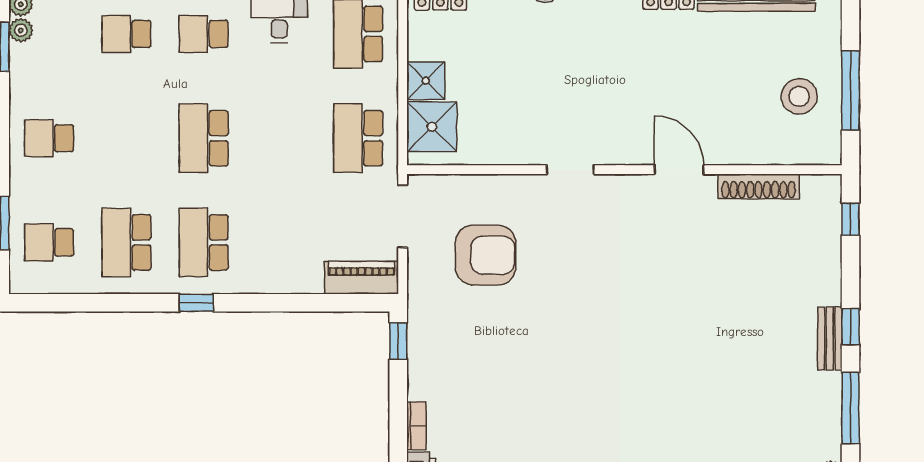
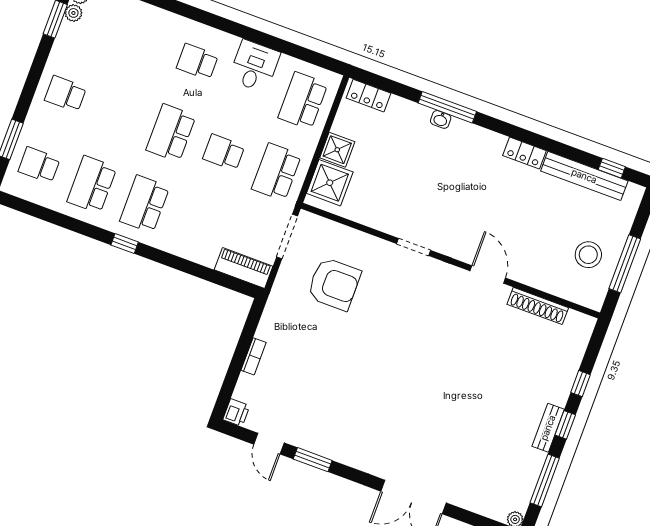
school desk: (126, 34) -> (224, 152), moved
window: (851, 219) -> (580, 384), moved
window: (398, 341) -> (253, 321), removed
bookcase: (416, 426) -> (254, 356), moved

